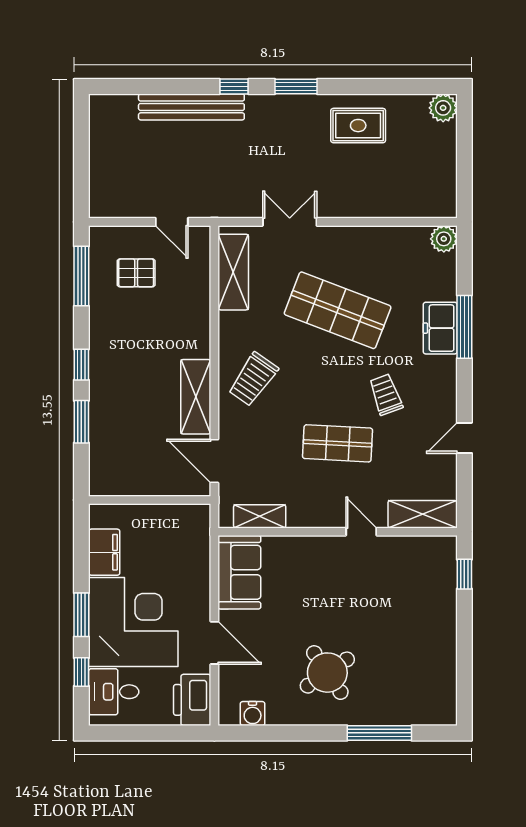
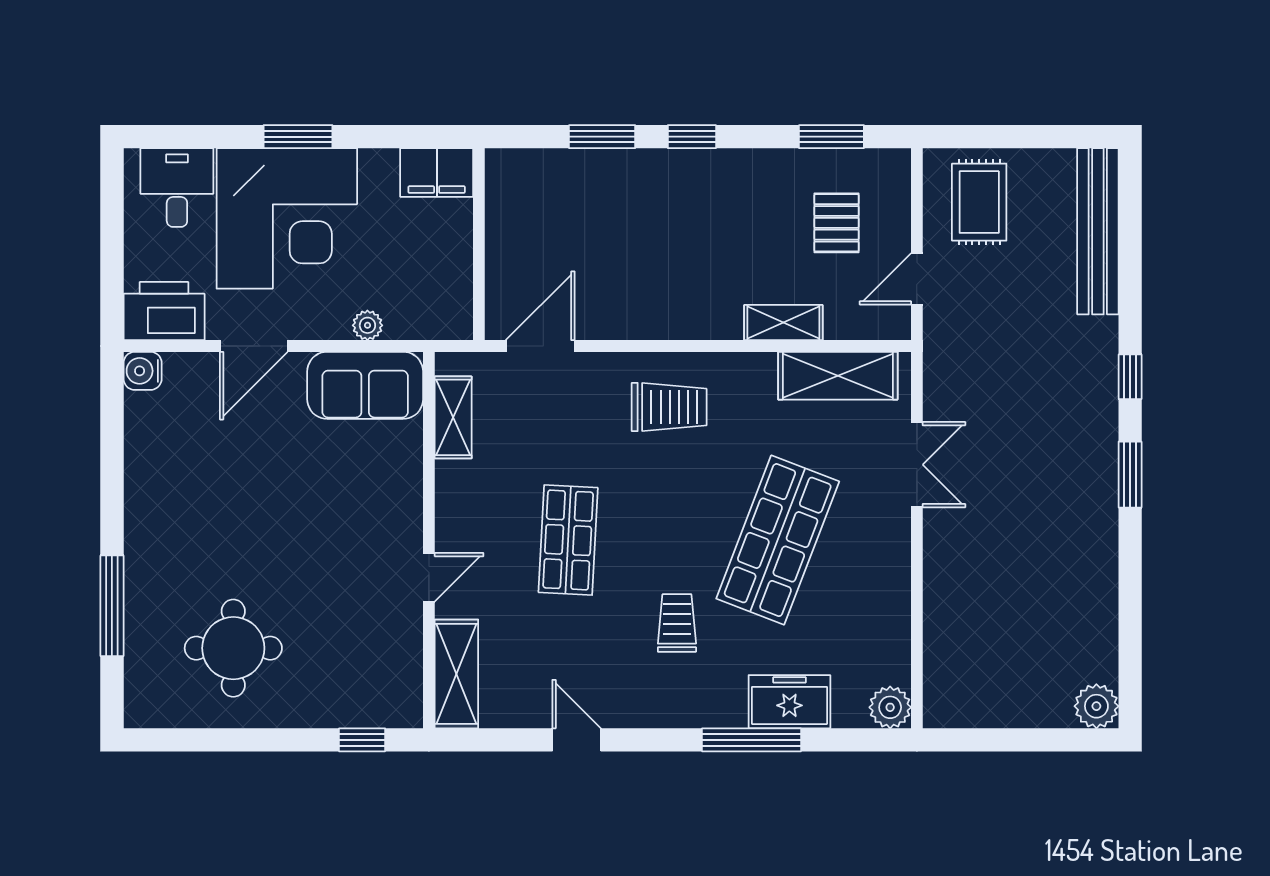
bench: (191, 107) -> (1098, 231), moved
rug: (358, 126) -> (979, 202), moved
window: (81, 276) -> (831, 137), width x0.69
freezer: (440, 328) -> (789, 702), moved
trolley: (253, 379) -> (669, 407), turned 145
trolley: (386, 395) -> (677, 623), moved, turned -70
shelving: (196, 397) -> (783, 323), moved, width x0.67, depth x0.75
filing cabinet: (104, 552) -> (437, 173), moved
plant: (201, 571) -> (367, 325), added
window: (81, 672) -> (208, 137), removed
round table: (327, 673) -> (233, 648), moved, turned 34
water cooler: (253, 714) -> (143, 371), moved

